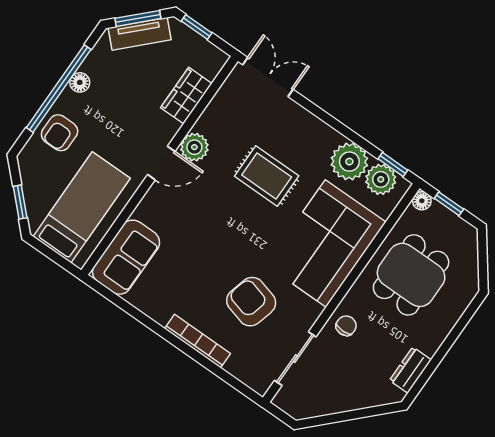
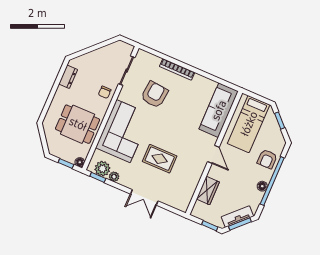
double door: (268, 77) -> (144, 197), moved
armchair: (60, 133) -> (267, 159), turned 180
plant: (194, 147) -> (199, 166), removed
plant: (349, 162) -> (114, 177), width x0.53, depth x0.53
door: (161, 163) -> (213, 154), swing flipped
sofa: (126, 257) -> (219, 110), width x1.36
dining table: (411, 275) -> (78, 124), turned 90
armchair: (251, 302) -> (154, 95), turned -99

